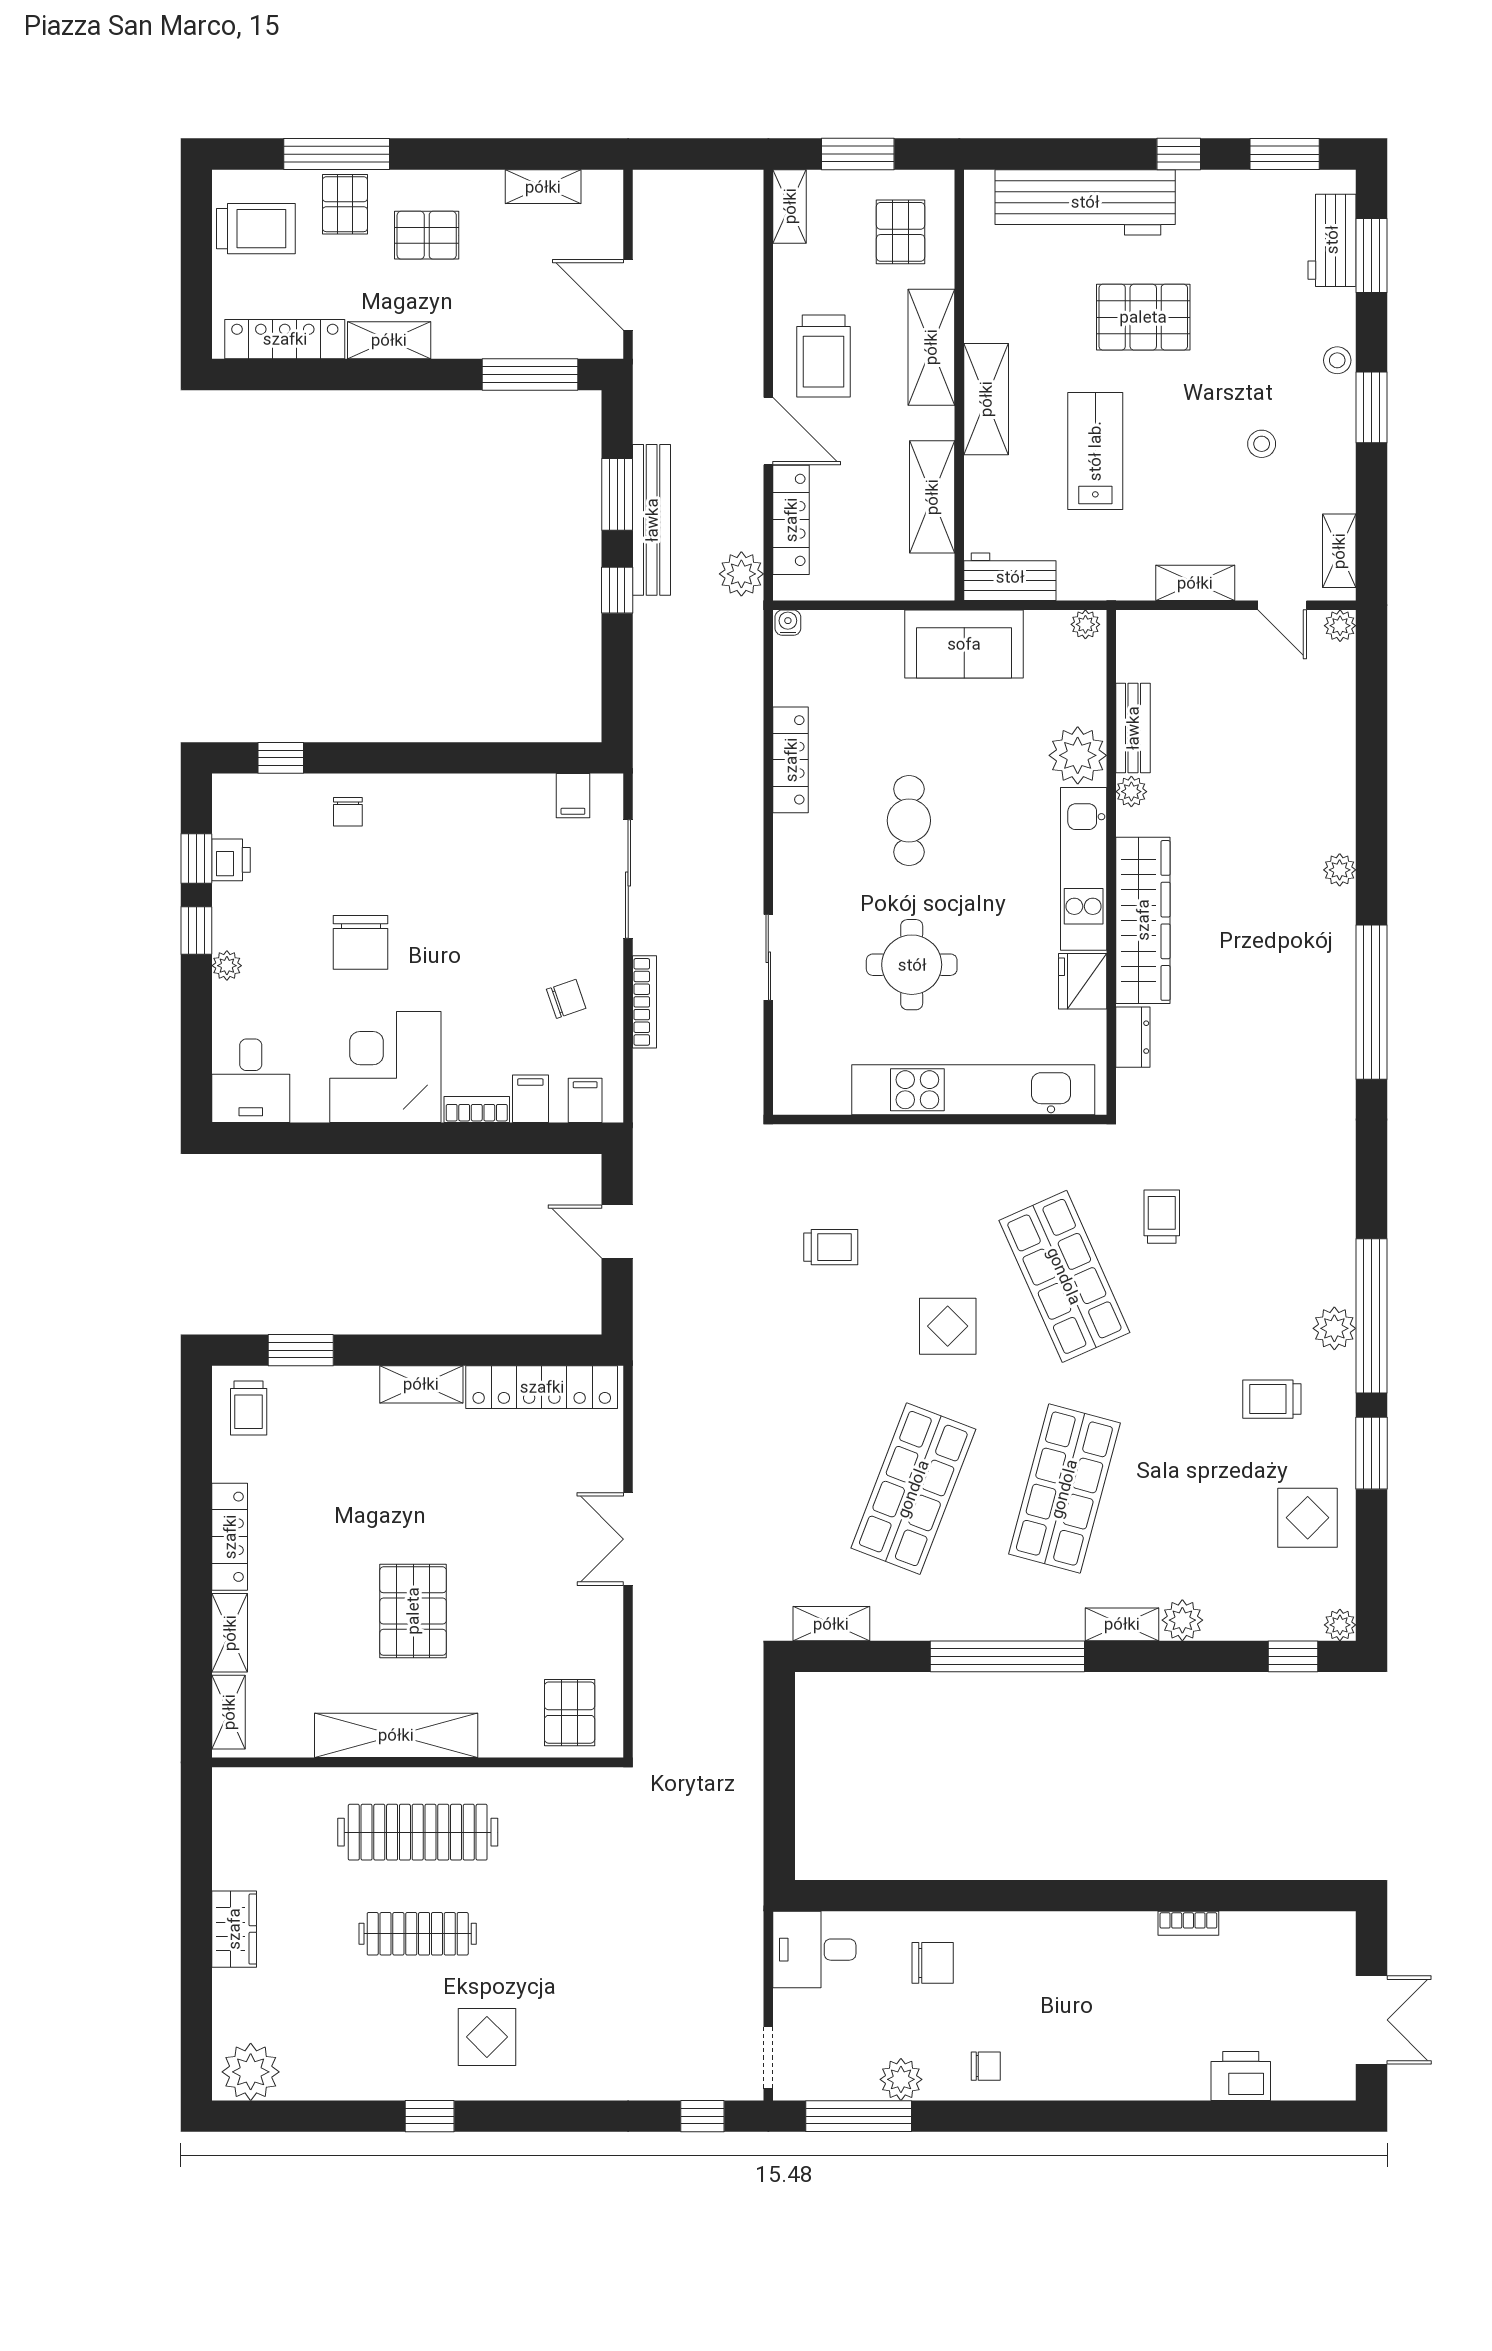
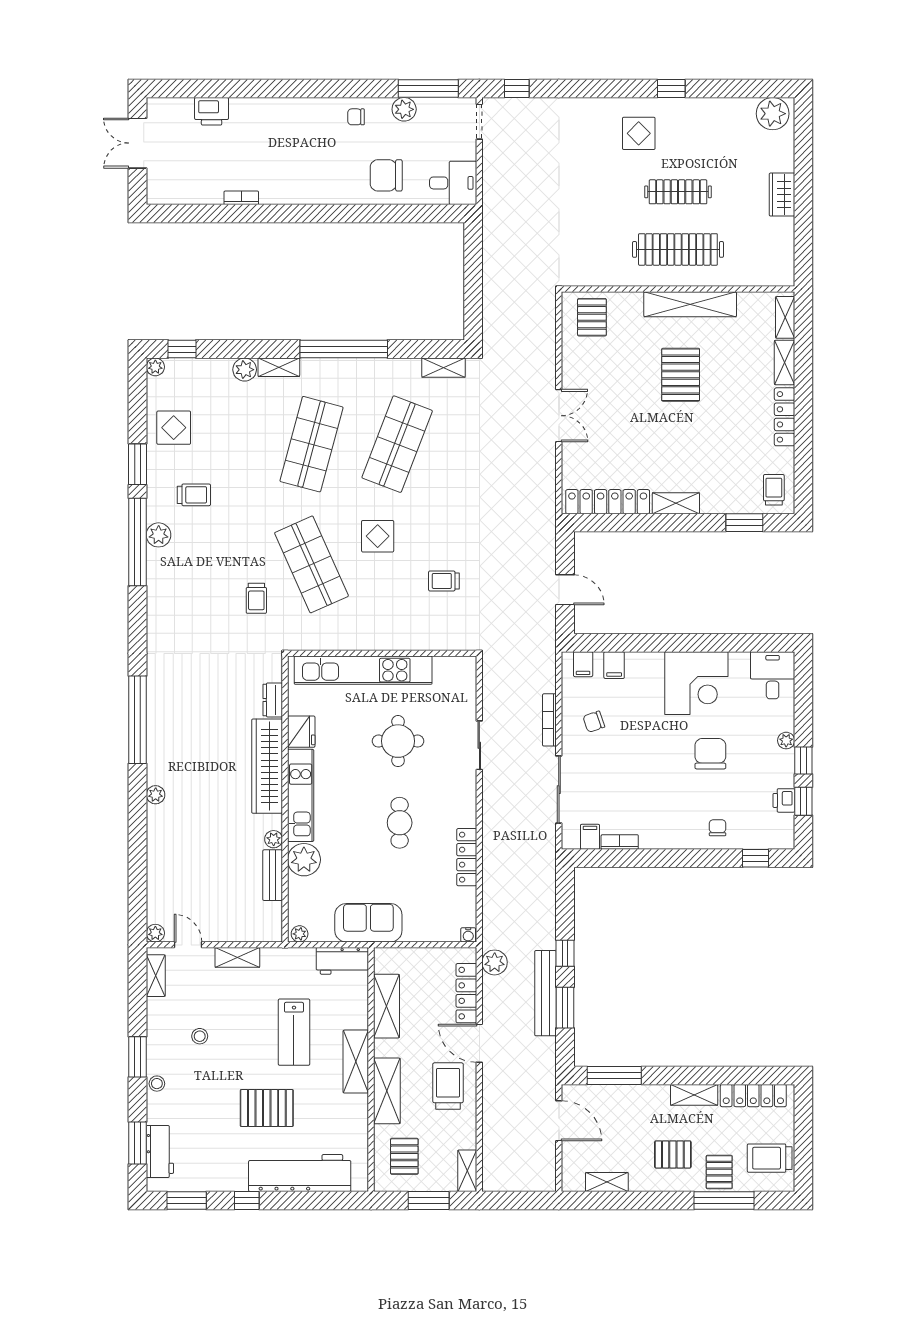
bookcase: (477, 1110) -> (620, 842), moved, turned 180
chair: (933, 1963) -> (386, 175), width x1.37, depth x1.37

